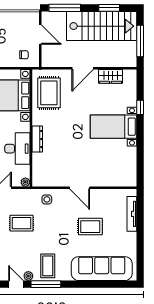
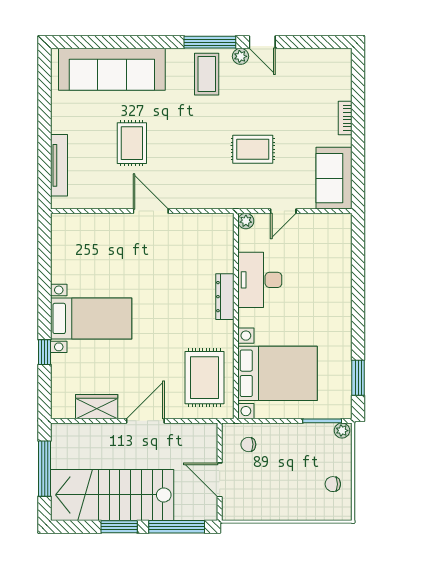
window: (109, 8) -> (119, 527), moved
side table: (47, 199) -> (208, 191), removed
rug: (90, 227) -> (132, 143), turned 90

